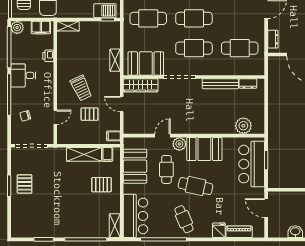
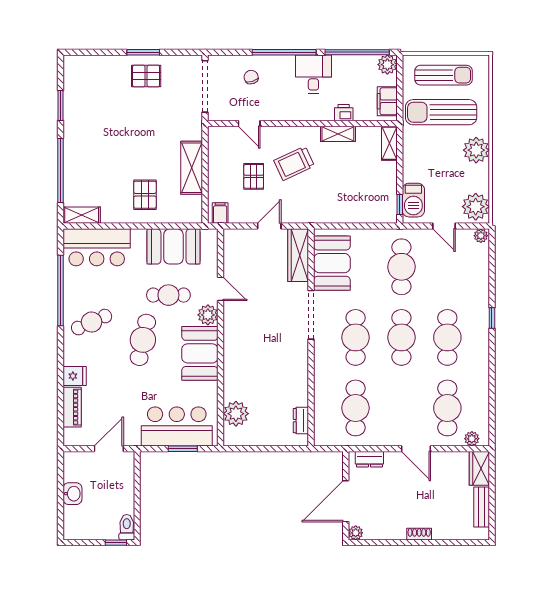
shelving: (115, 60) -> (338, 134), moved
bench: (220, 84) -> (301, 378), removed
filing cabinet: (107, 154) -> (191, 204), removed

